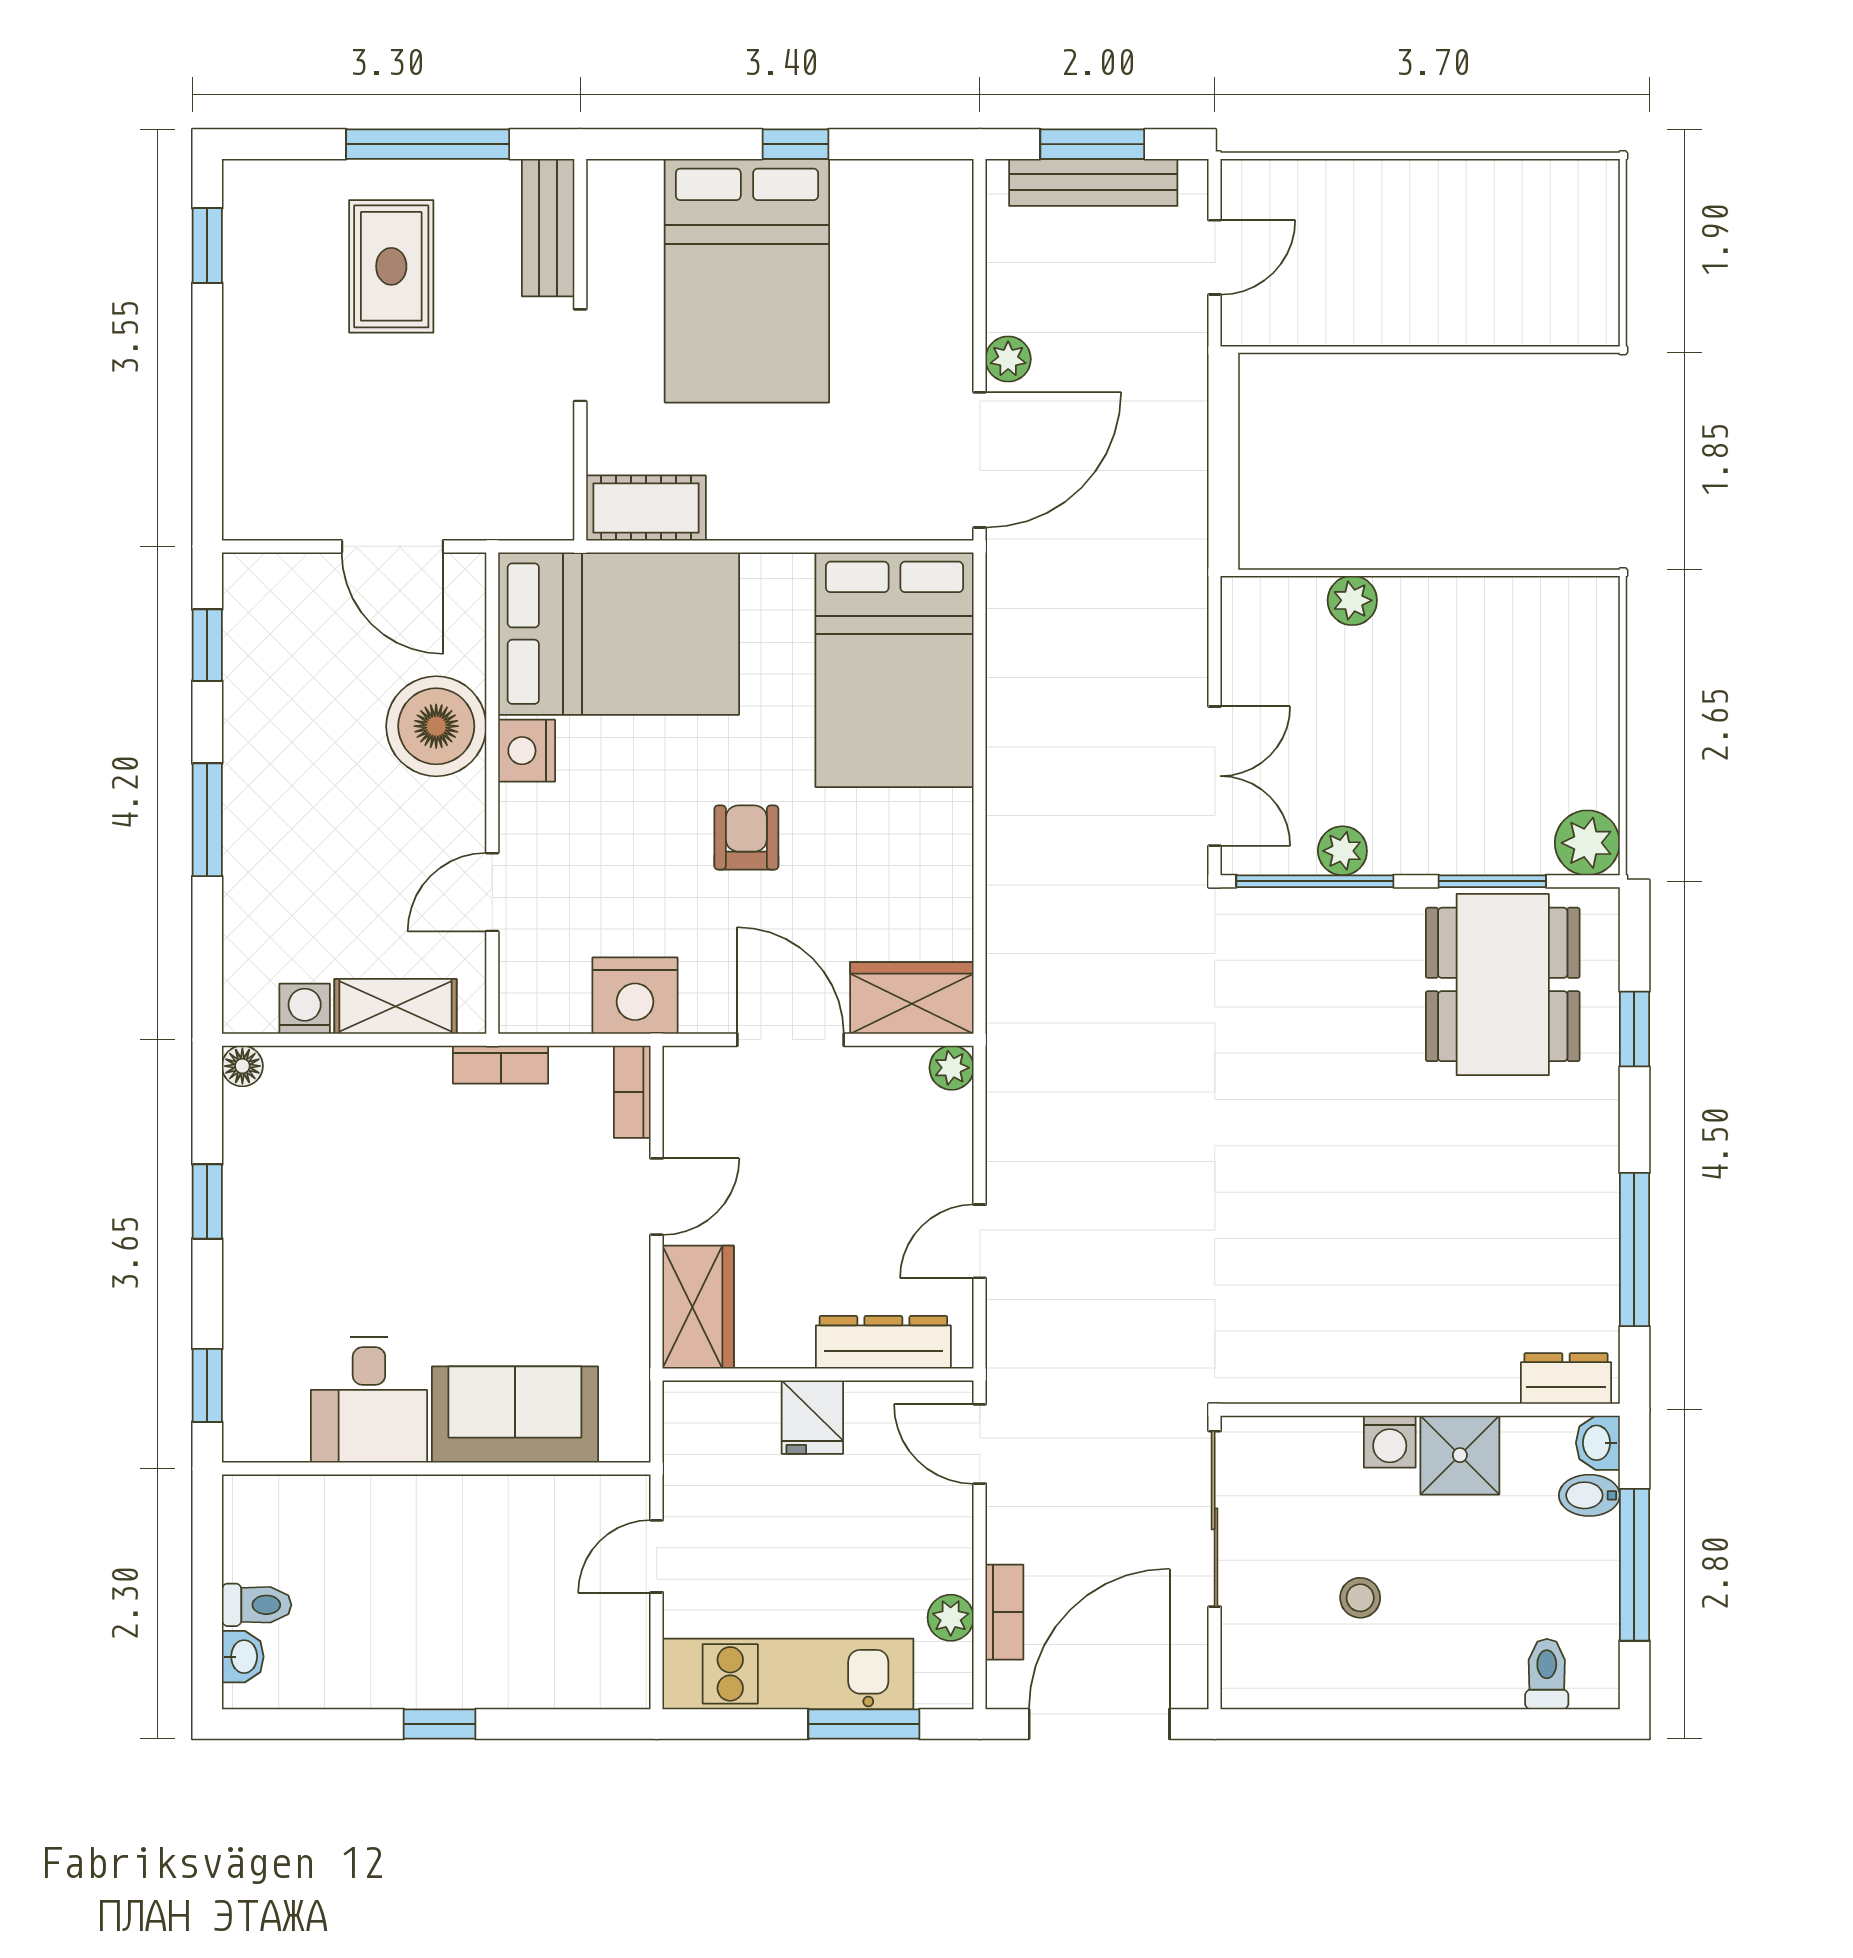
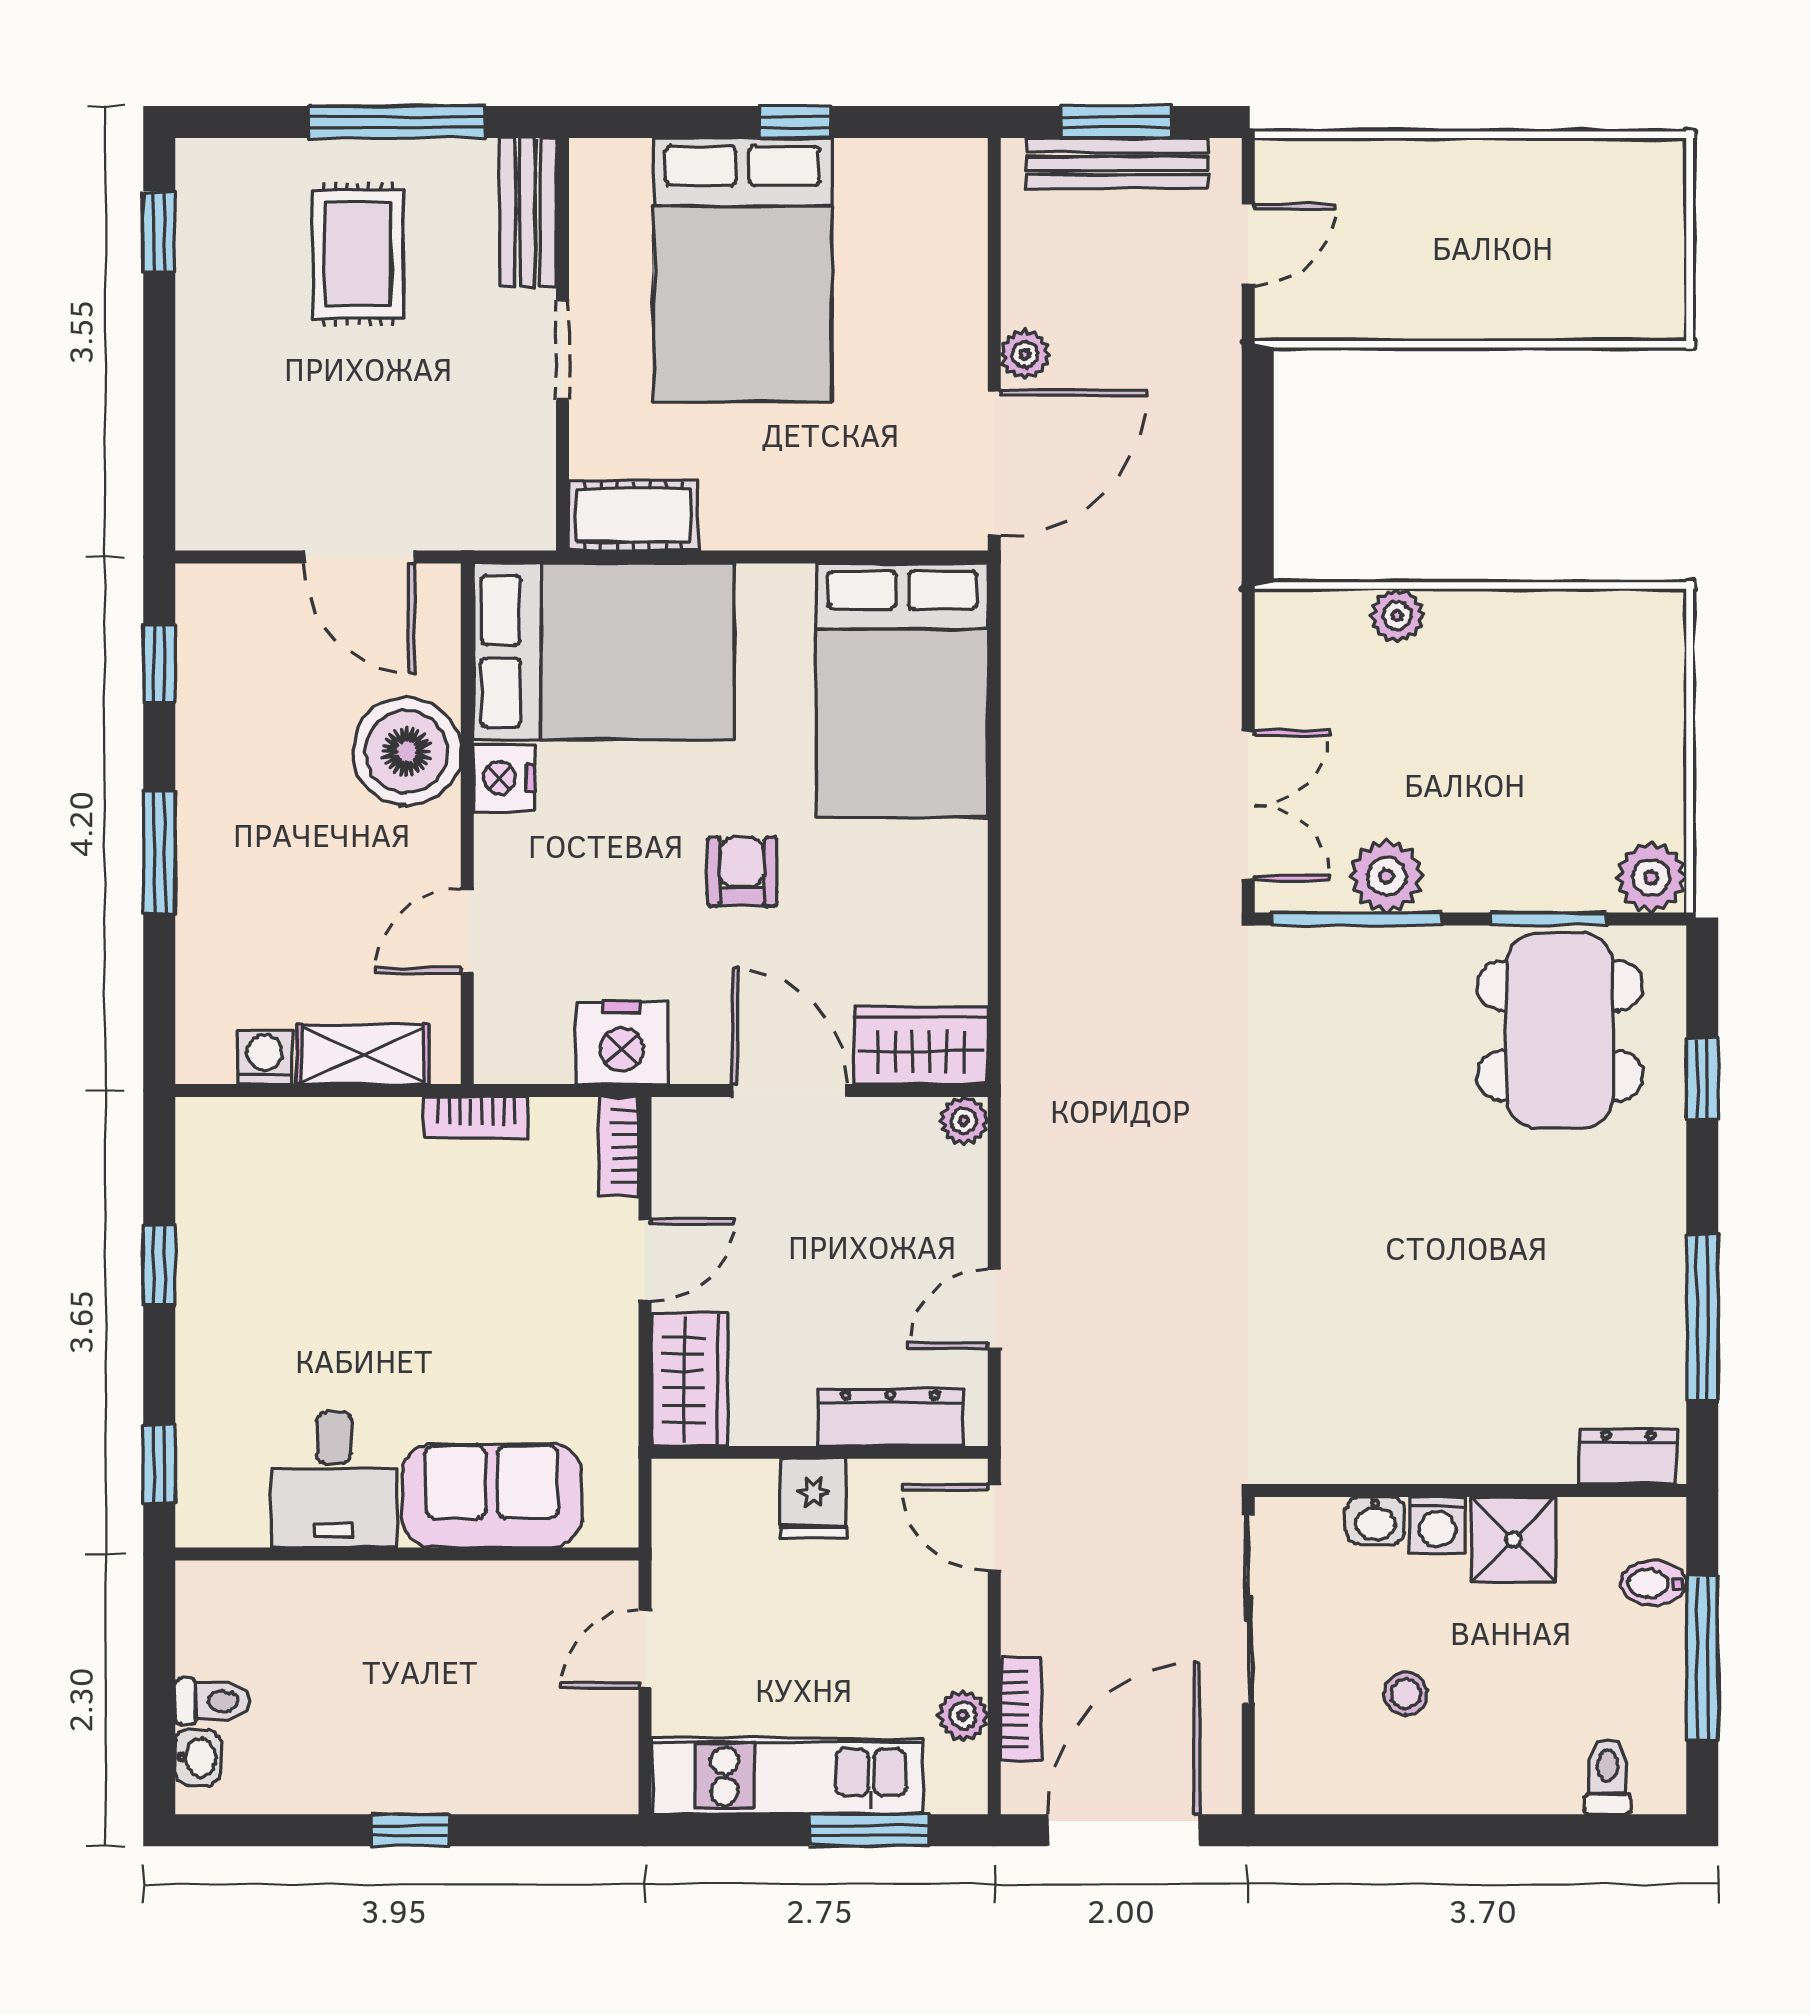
plant: (1342, 851) -> (1387, 876), width x1.38, depth x1.38
floor lamp: (242, 1066) -> (197, 1119), removed
washbasin: (1598, 1443) -> (1375, 1521), moved, turned -90

